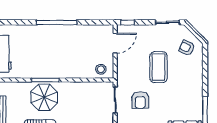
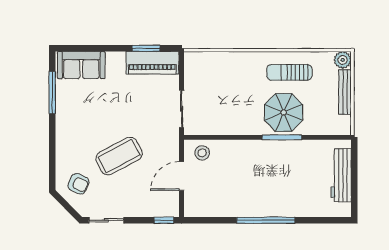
door: (115, 43) -> (182, 176), moved
coffee table: (159, 67) -> (119, 156), turned 62
armchair: (140, 100) -> (145, 108), removed

